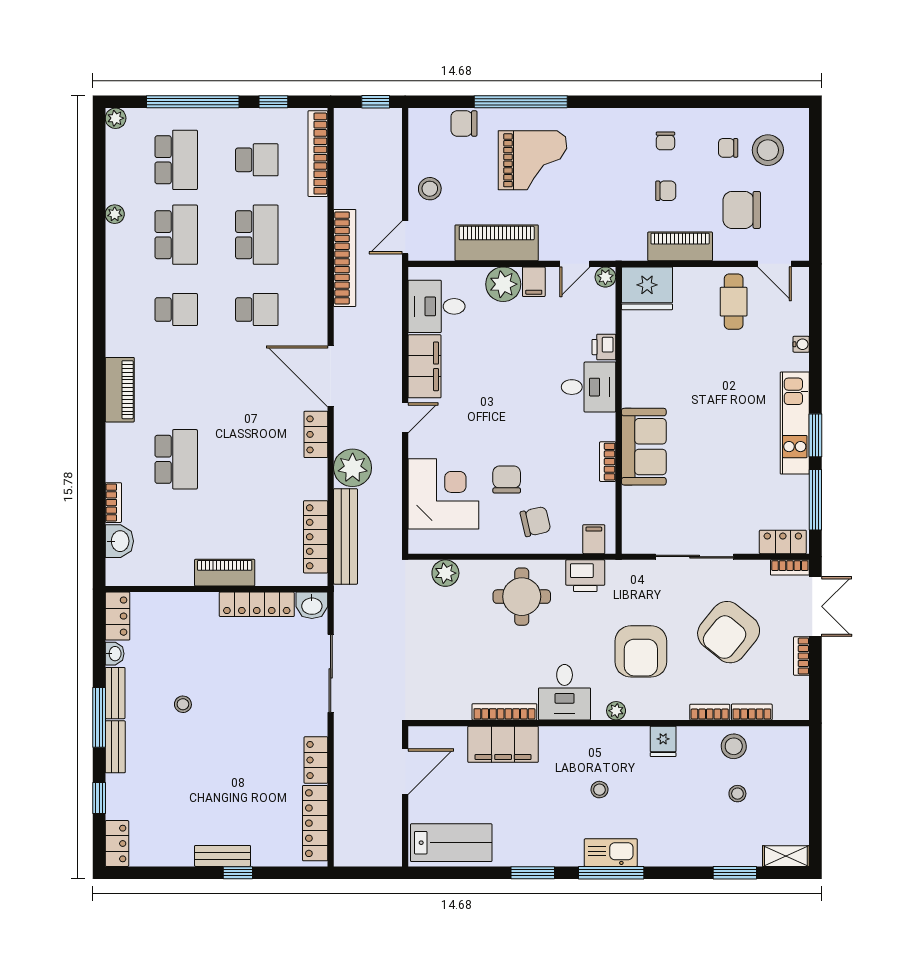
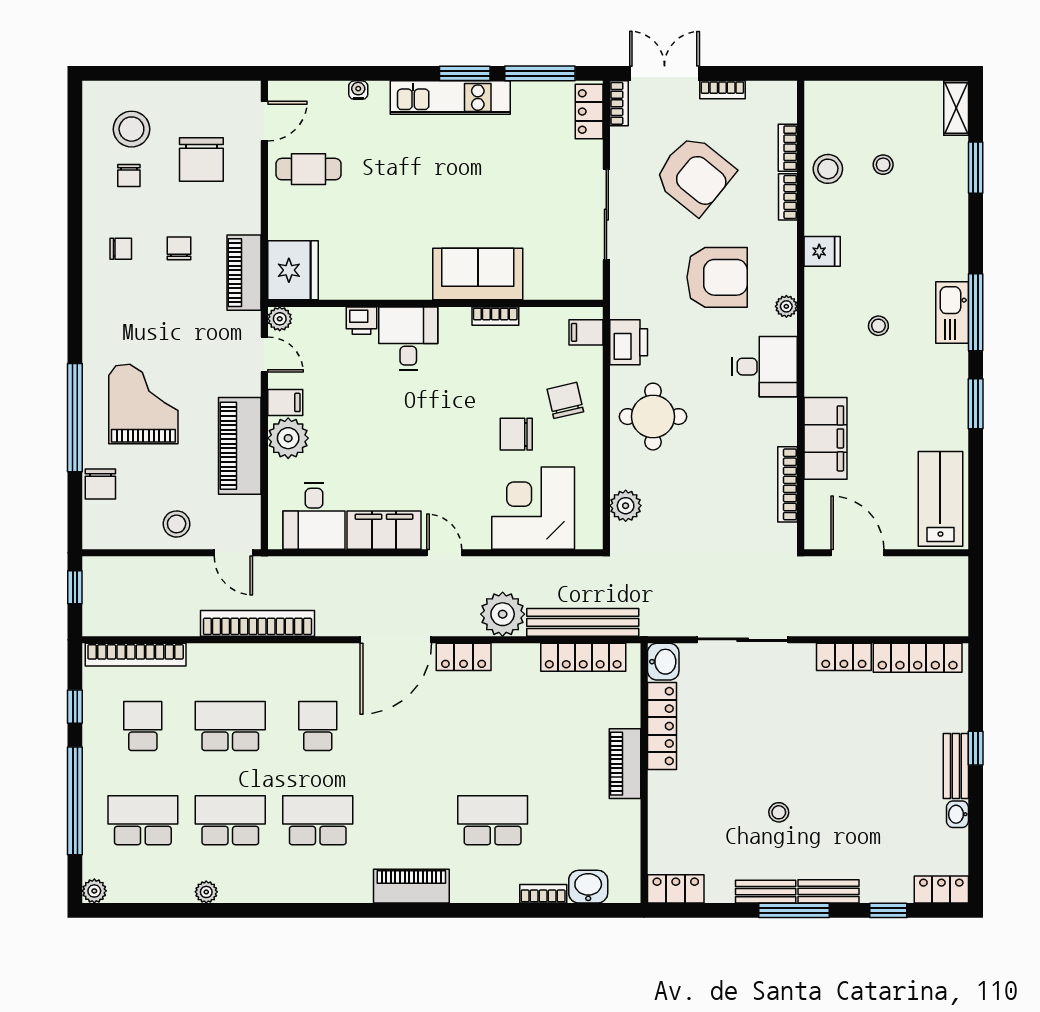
piano: (680, 246) -> (244, 273), moved
school desk: (176, 310) -> (318, 820), width x1.85
washbasin: (115, 654) -> (957, 814), moved, turned -90
bookcase: (504, 712) -> (788, 484), moved

